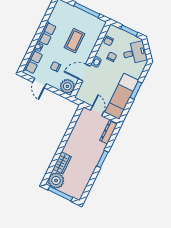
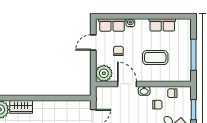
row of seats: (47, 34) -> (162, 25), moved

